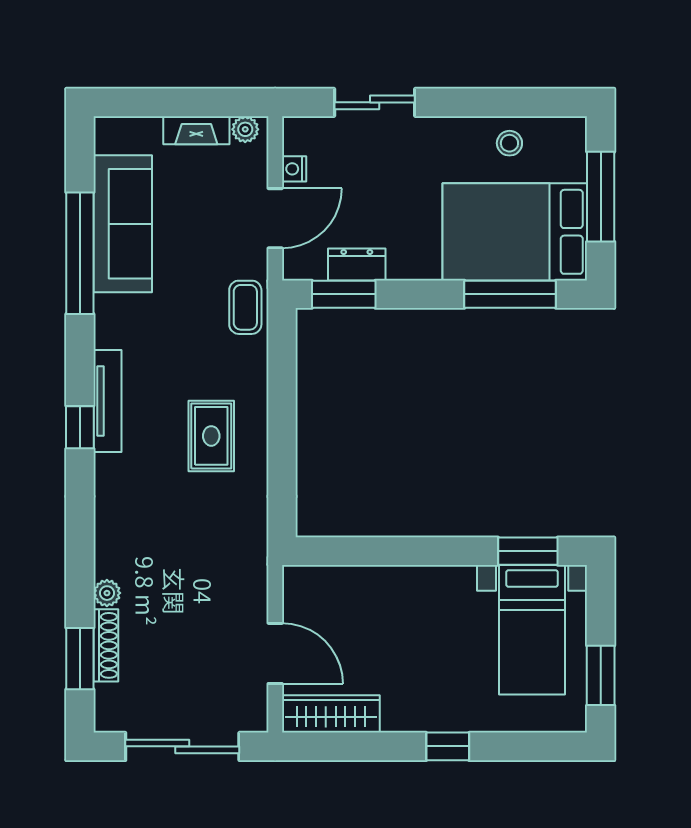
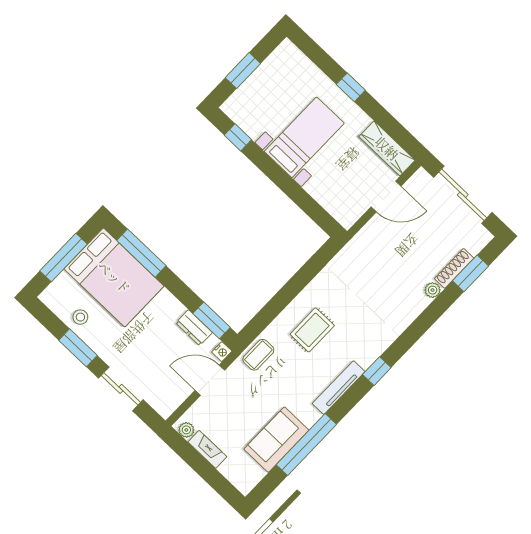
window: (476, 102) -> (78, 348), added
nightstand: (294, 169) -> (222, 352), moved
sofa: (123, 224) -> (276, 440), width x0.73
tv unit: (107, 401) -> (339, 388), moved
rug: (211, 436) -> (312, 330), moved
window: (528, 551) -> (238, 137), width x0.67
bed with nightstands: (532, 630) -> (304, 137), moved
door: (275, 653) -> (386, 196), swing flipped
window: (601, 675) -> (243, 71), moved

